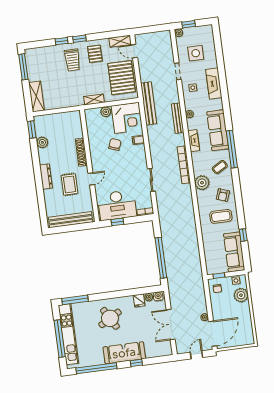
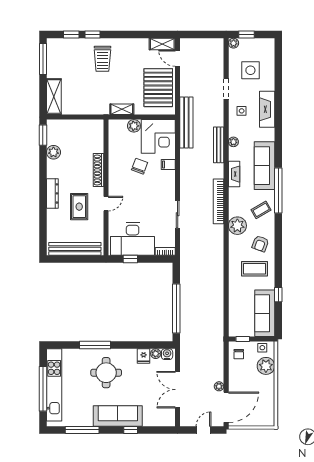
window: (79, 39) -> (71, 35), moved
pallet: (95, 54) -> (130, 55), removed
window: (75, 300) -> (95, 345), moved
round table: (110, 318) -> (106, 373), turned 30
window: (96, 368) -> (82, 430), width x0.68

